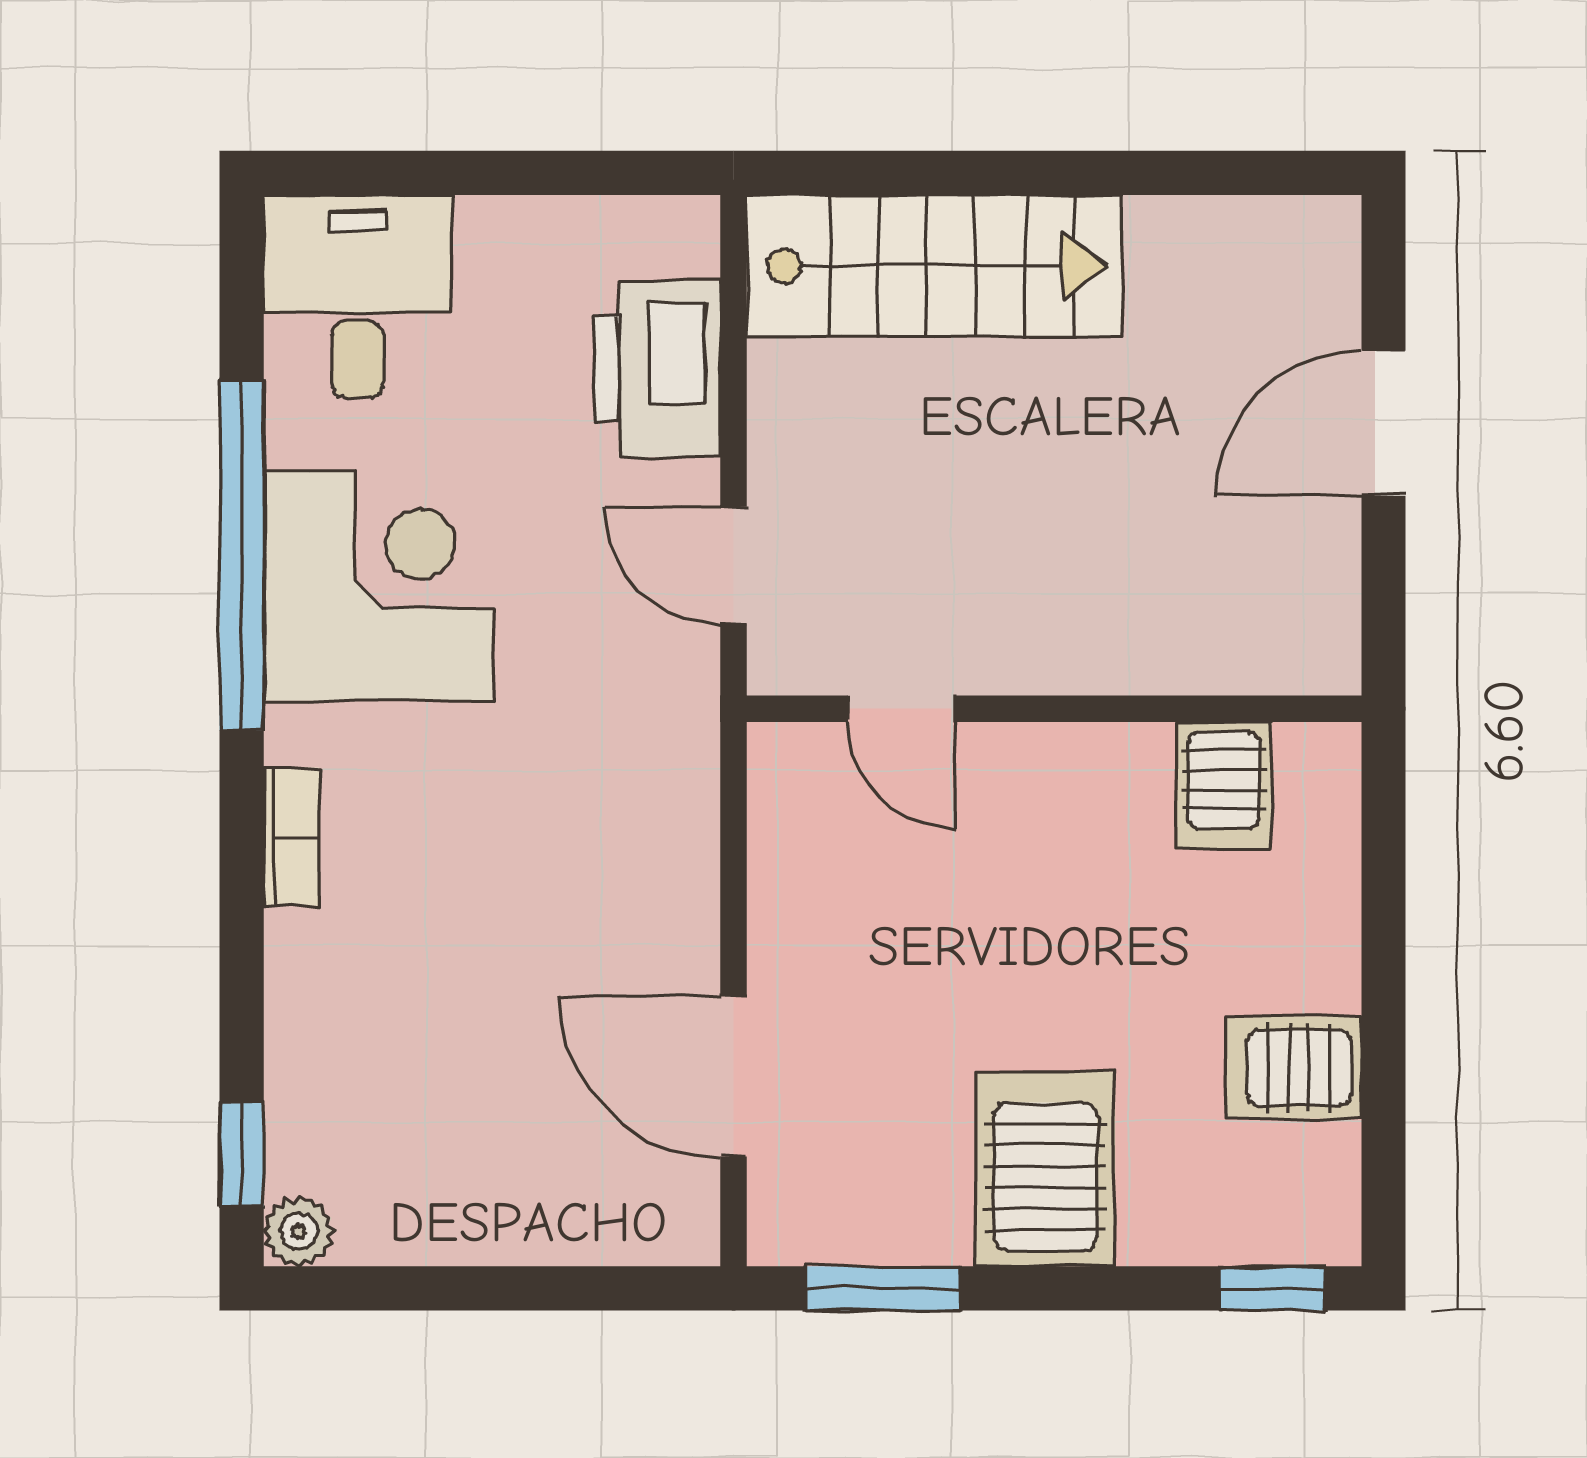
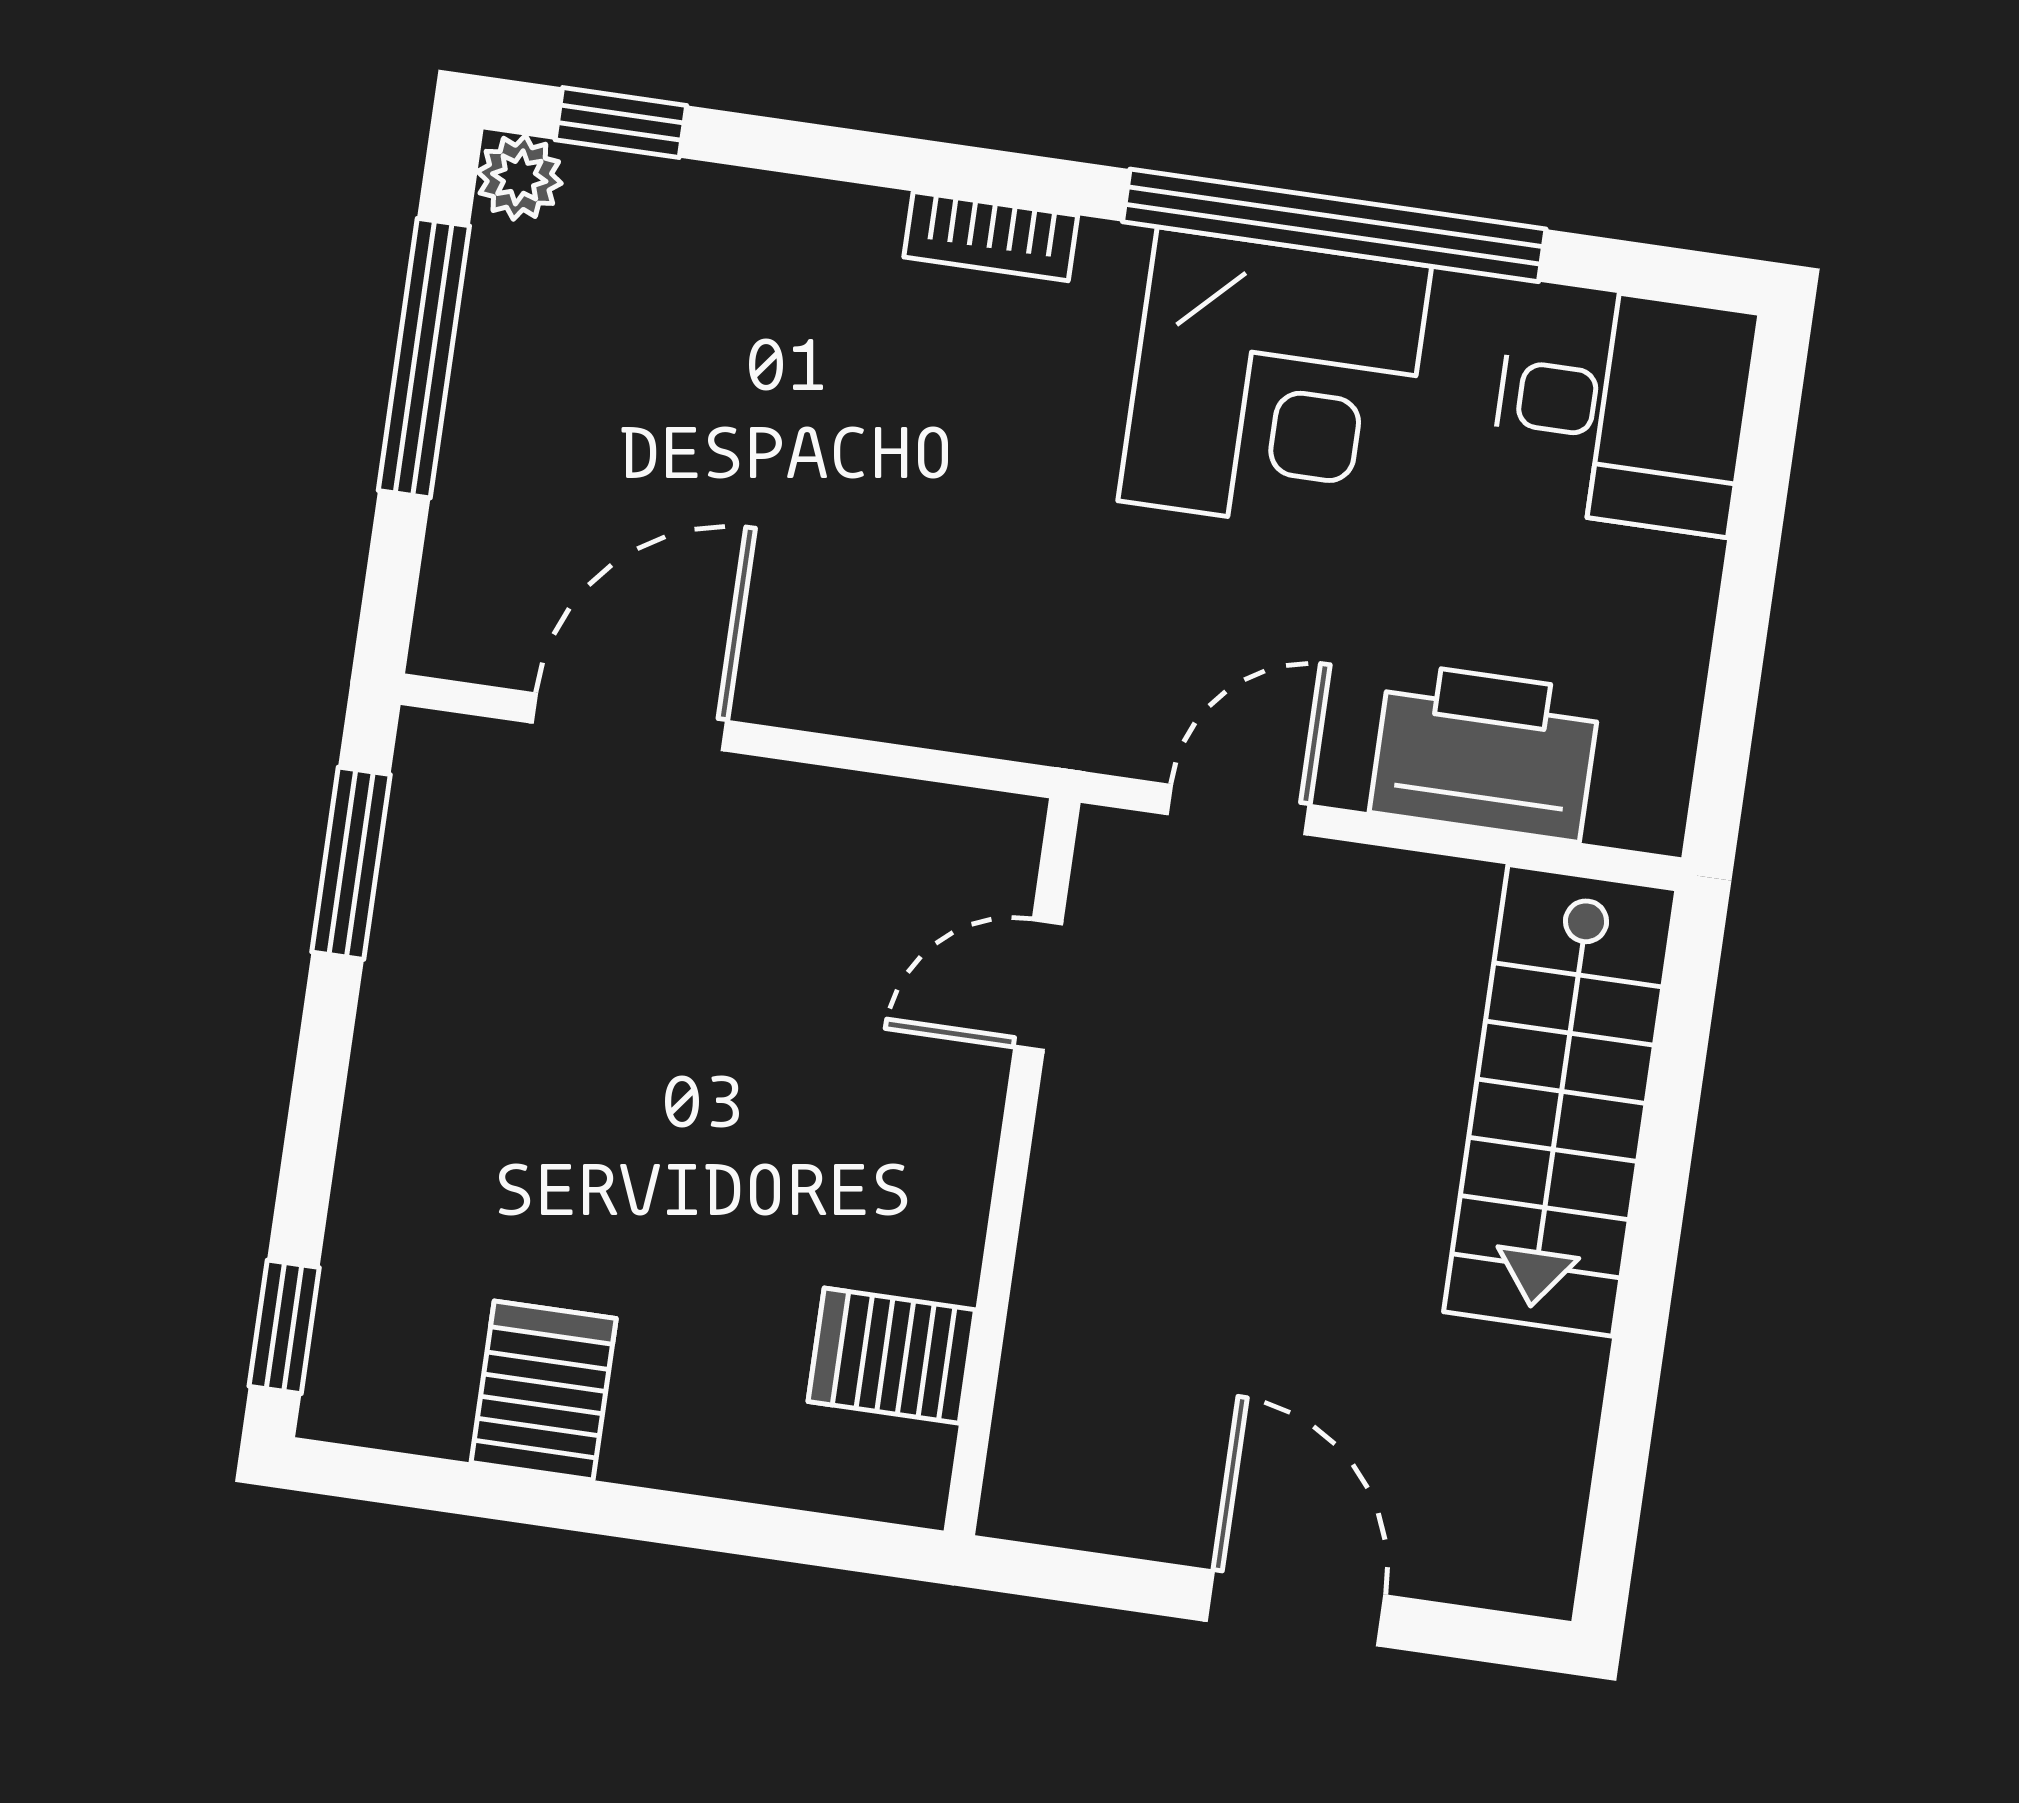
server rack: (1045, 1169) -> (465, 1077), removed
window: (459, 1288) -> (424, 358), added

